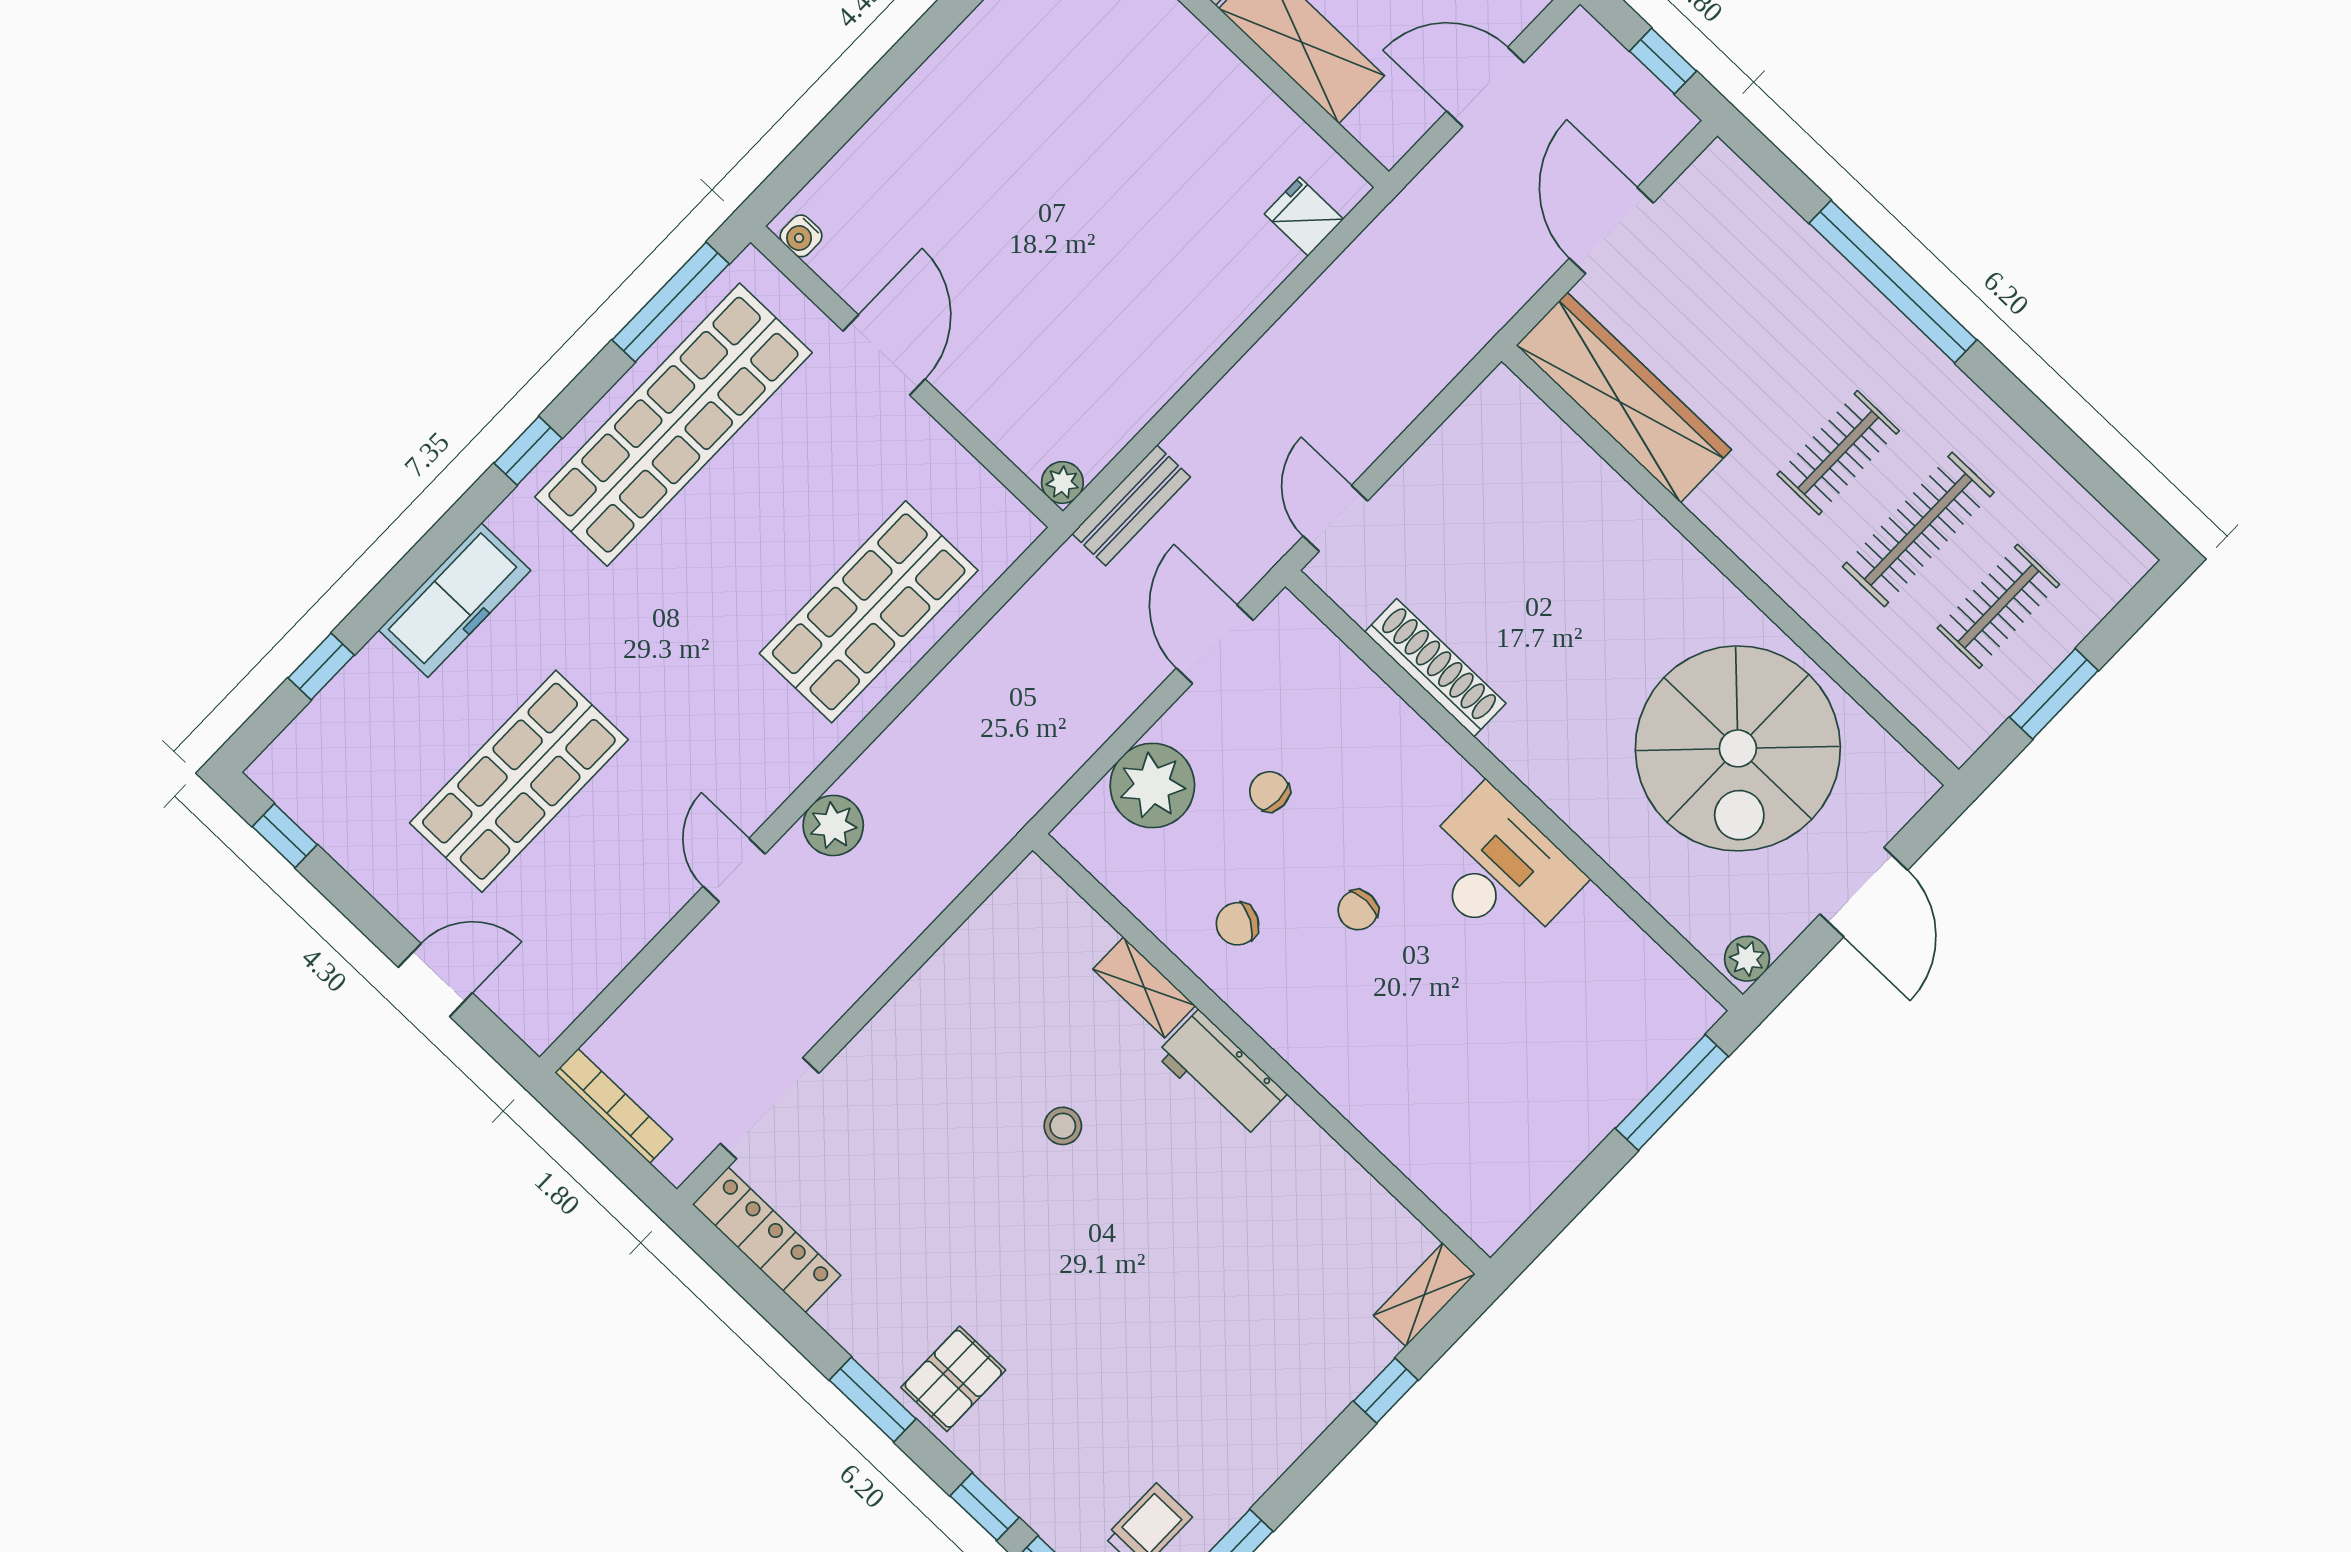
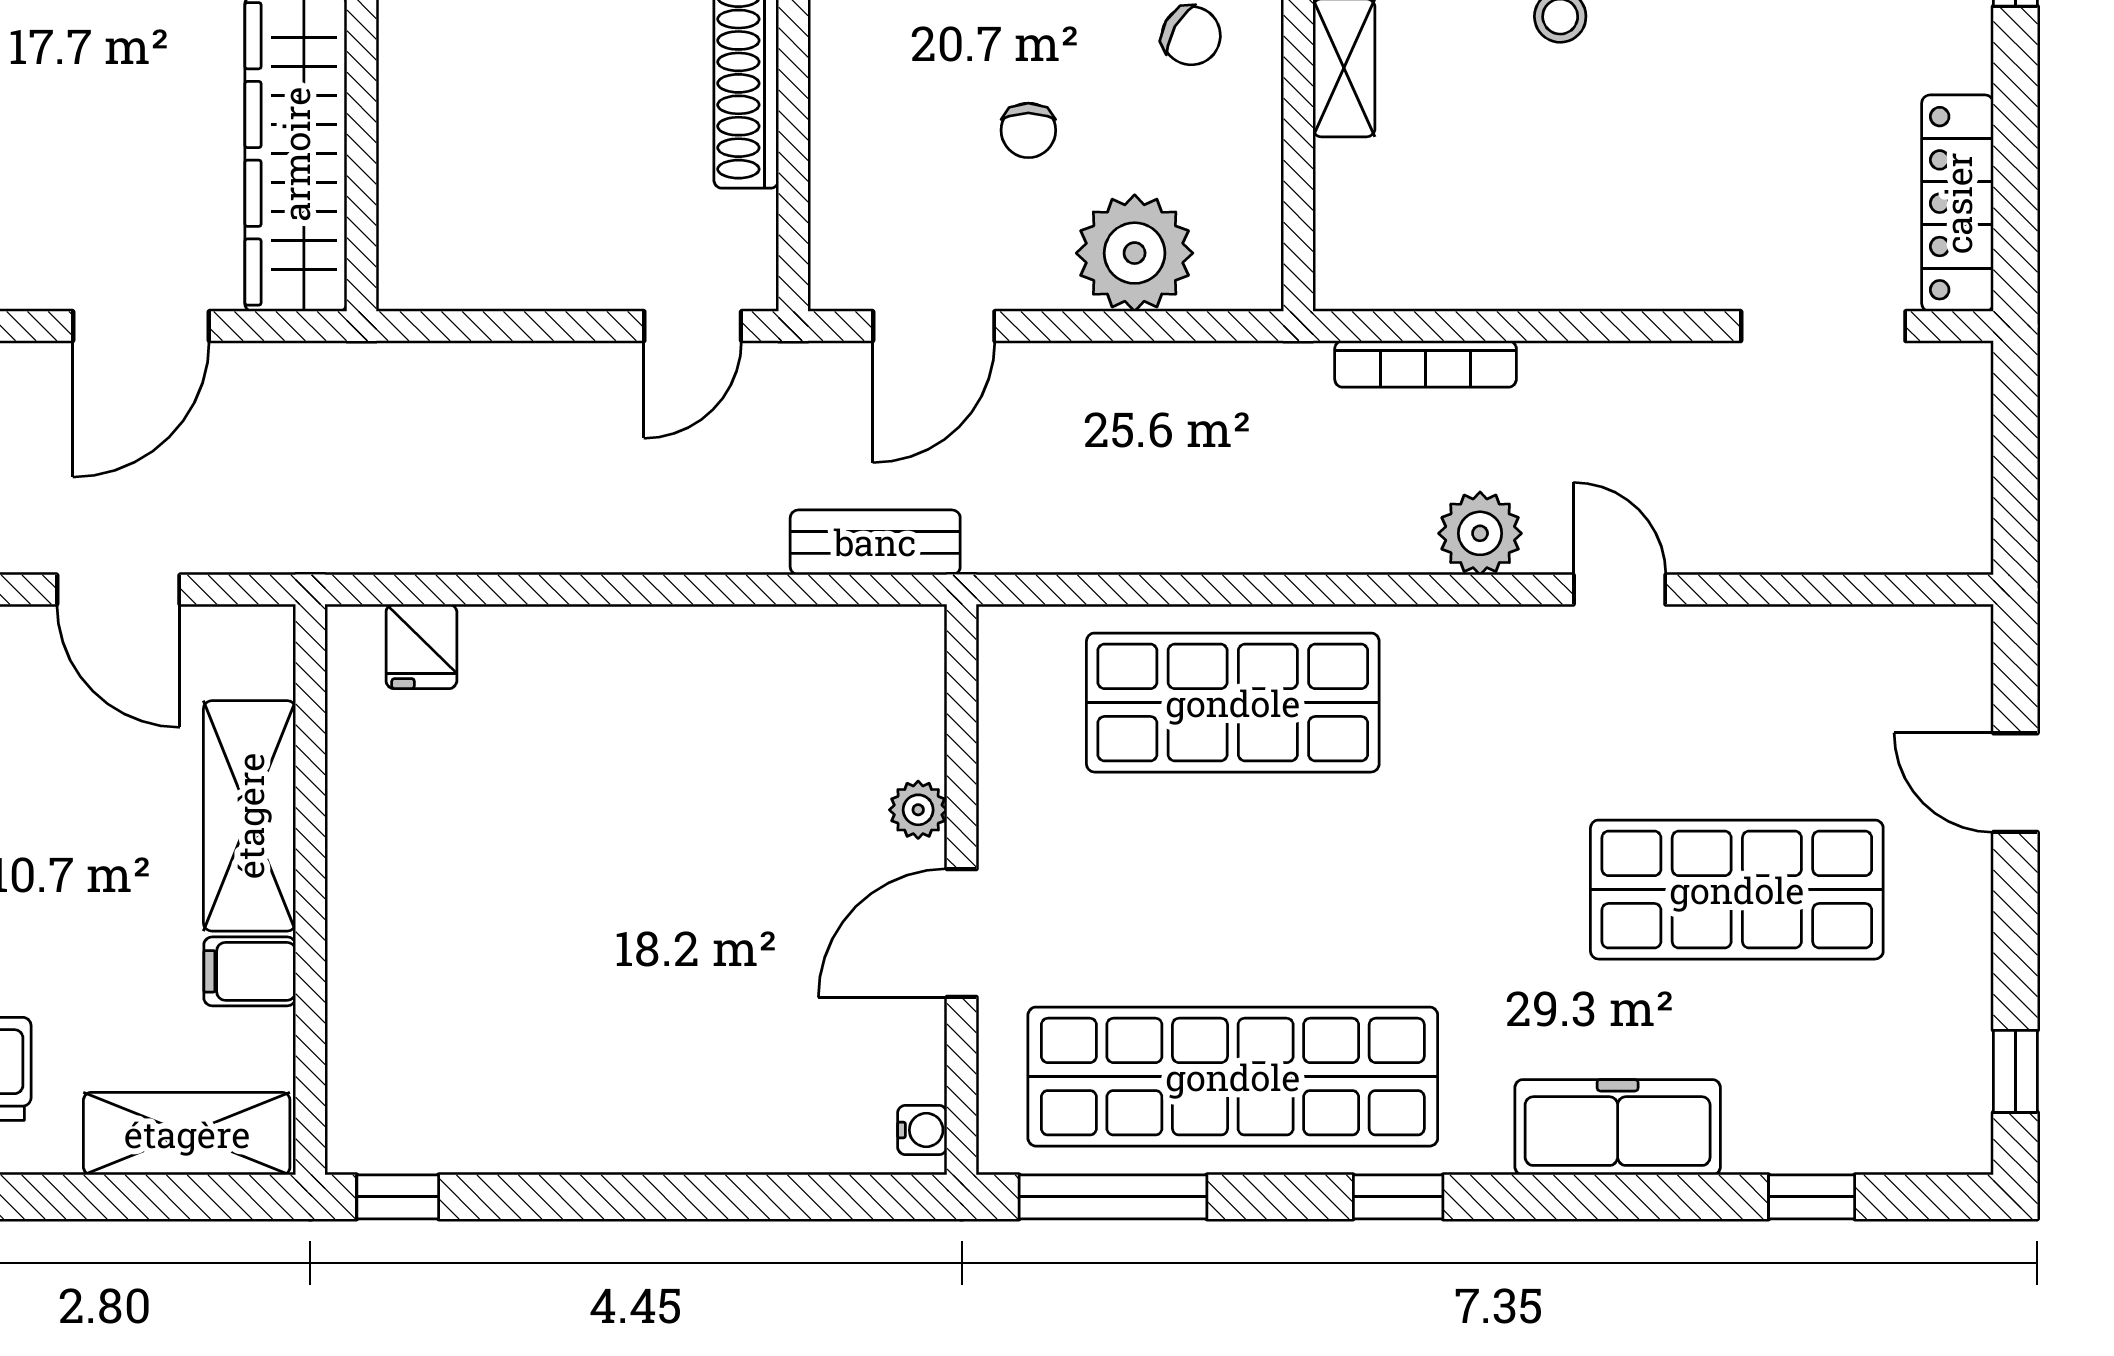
plant: (1062, 482) -> (918, 810), moved
door: (734, 870) -> (1620, 590), swing flipped
bookcase: (614, 1106) -> (1426, 364), moved, turned -90

